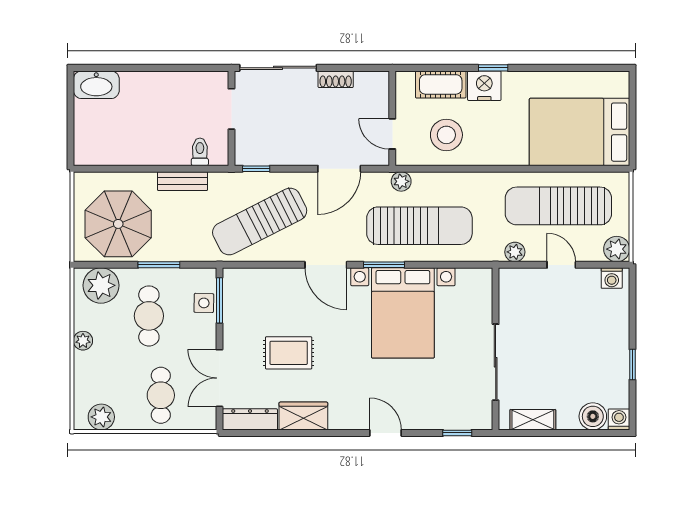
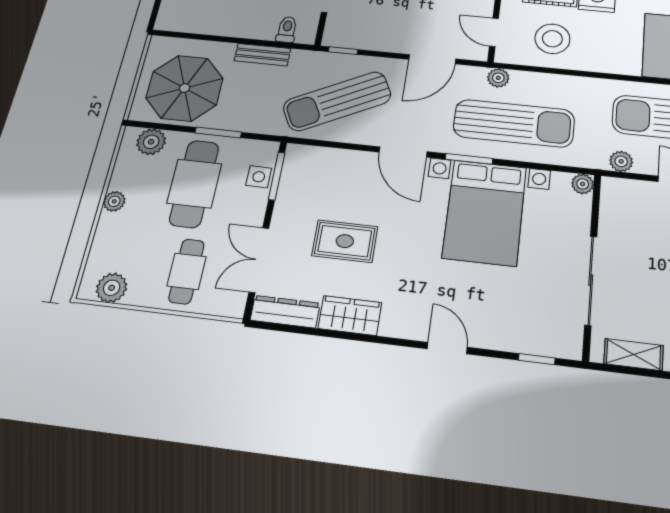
plant: (483, 277) -> (583, 184), added
plant: (101, 285) -> (151, 142), width x0.73, depth x0.73
cafe table: (149, 316) -> (194, 184), width x1.37, depth x1.35

